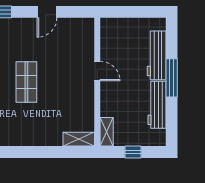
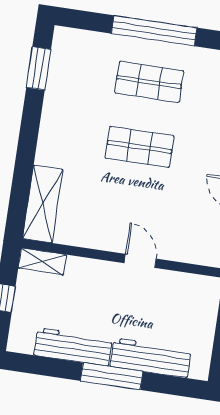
door: (97, 71) -> (140, 261), swing flipped
shelving: (79, 139) -> (43, 204), width x1.50, depth x1.33

